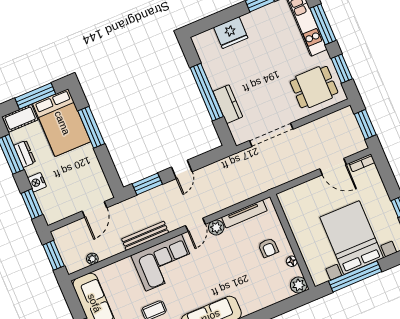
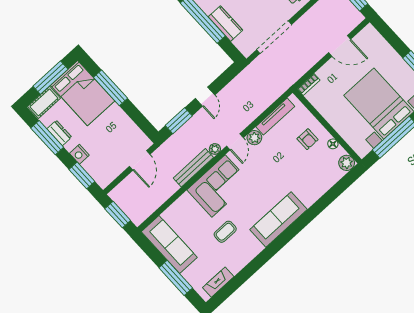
bookcase: (362, 163) -> (309, 84), moved
plant: (92, 259) -> (215, 149), moved

